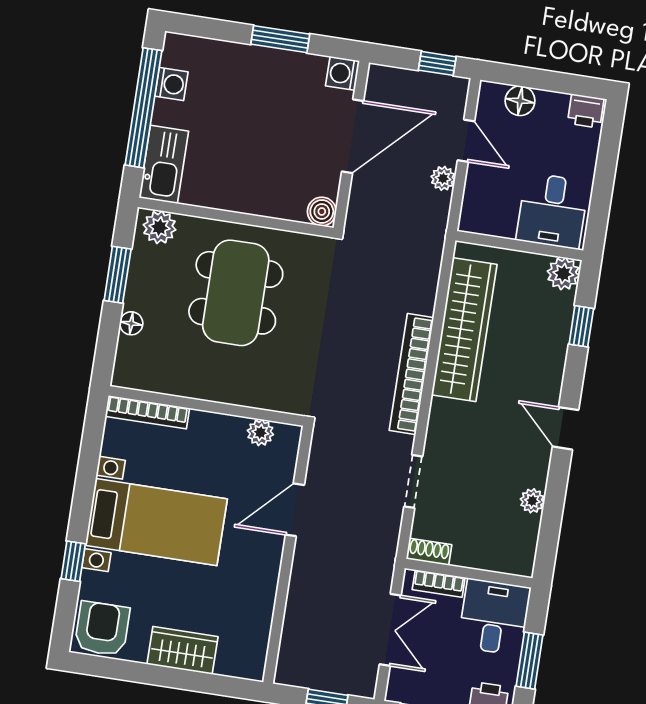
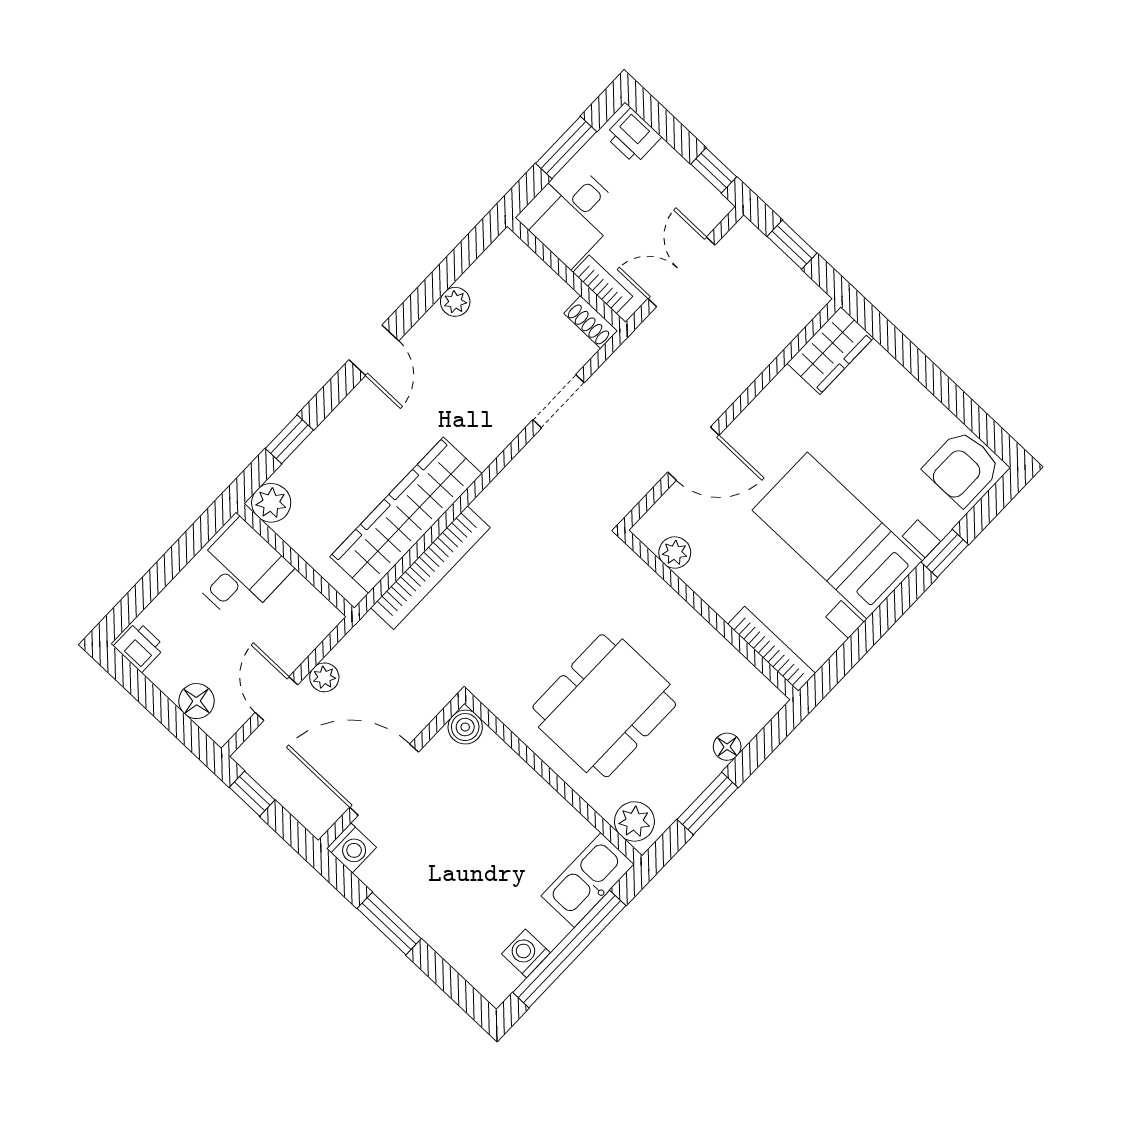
bookcase: (412, 374) -> (430, 568), moved
wardrobe: (182, 650) -> (830, 351), moved, turned -90

